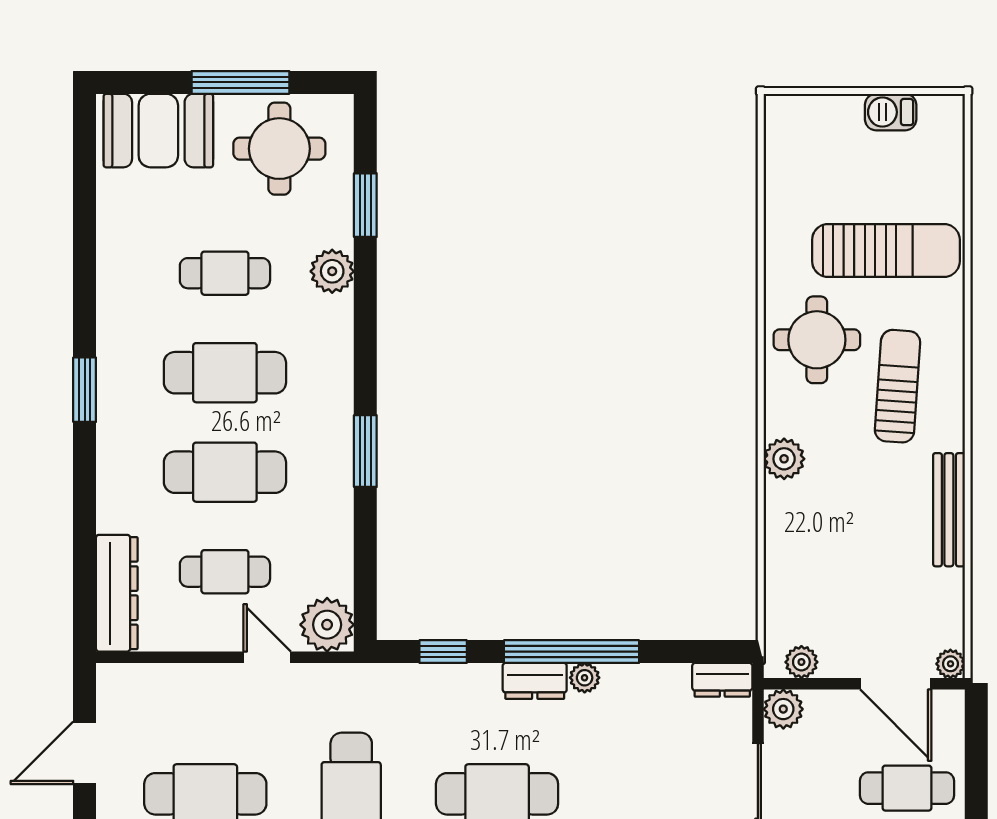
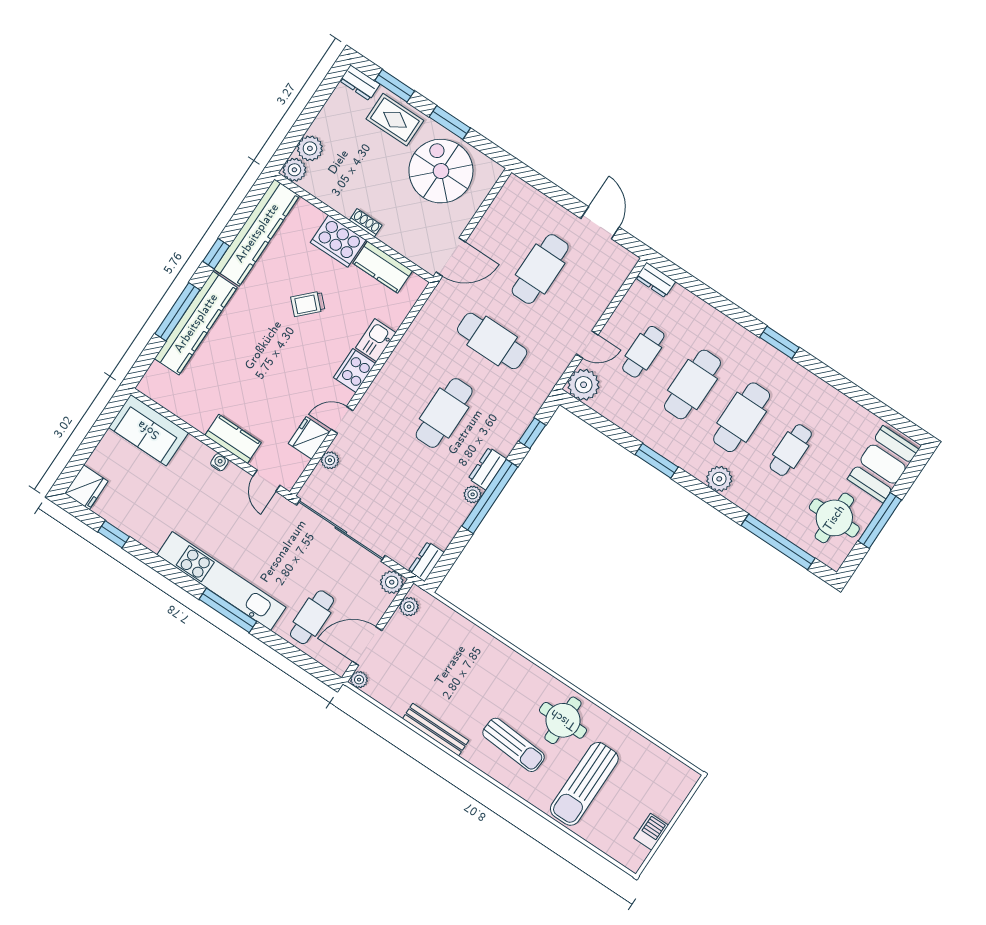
window: (365, 205) -> (778, 542), width x2.11
plant: (332, 271) -> (719, 479), moved
plant: (784, 459) -> (515, 665), removed
dresser: (117, 593) -> (656, 280), width x0.51, depth x0.80

